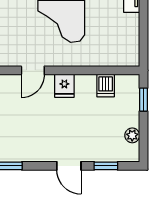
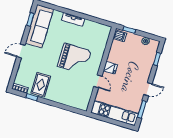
dishwasher: (106, 86) -> (120, 36), moved
door: (69, 166) -> (148, 89), moved

